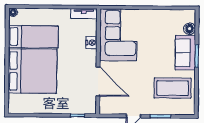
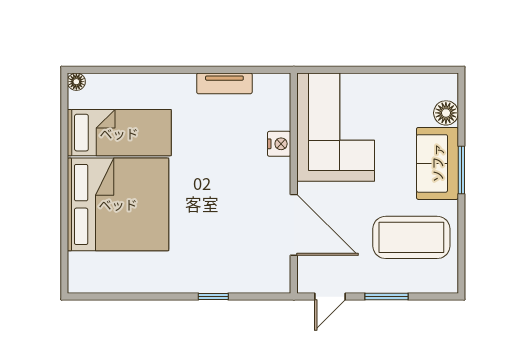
corner sofa: (118, 35) -> (336, 127), moved
nightstand: (91, 43) -> (279, 144), moved
wall: (98, 61) -> (294, 183), moved
door: (98, 81) -> (294, 225), moved

